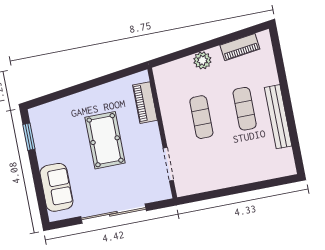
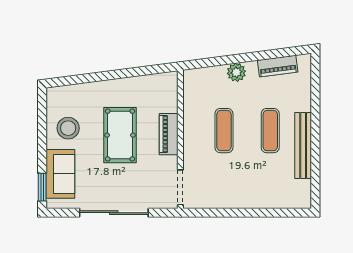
piano: (145, 103) -> (169, 134), moved
window: (29, 137) -> (42, 187), moved
stool: (55, 143) -> (68, 128), added
doorway: (168, 164) -> (180, 187), moved

